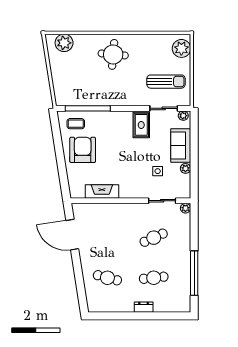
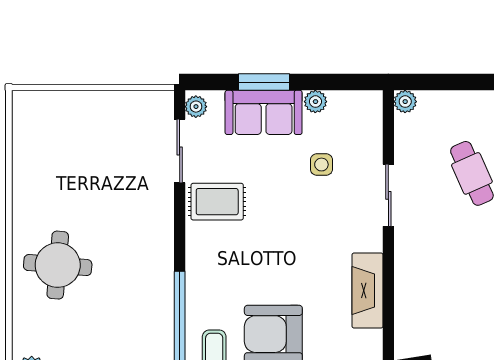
plant: (181, 48) -> (44, 111), removed
sun lounger: (166, 82) -> (119, 146), removed
window: (194, 146) -> (264, 82), added
sliding door: (162, 201) -> (388, 195), moved

